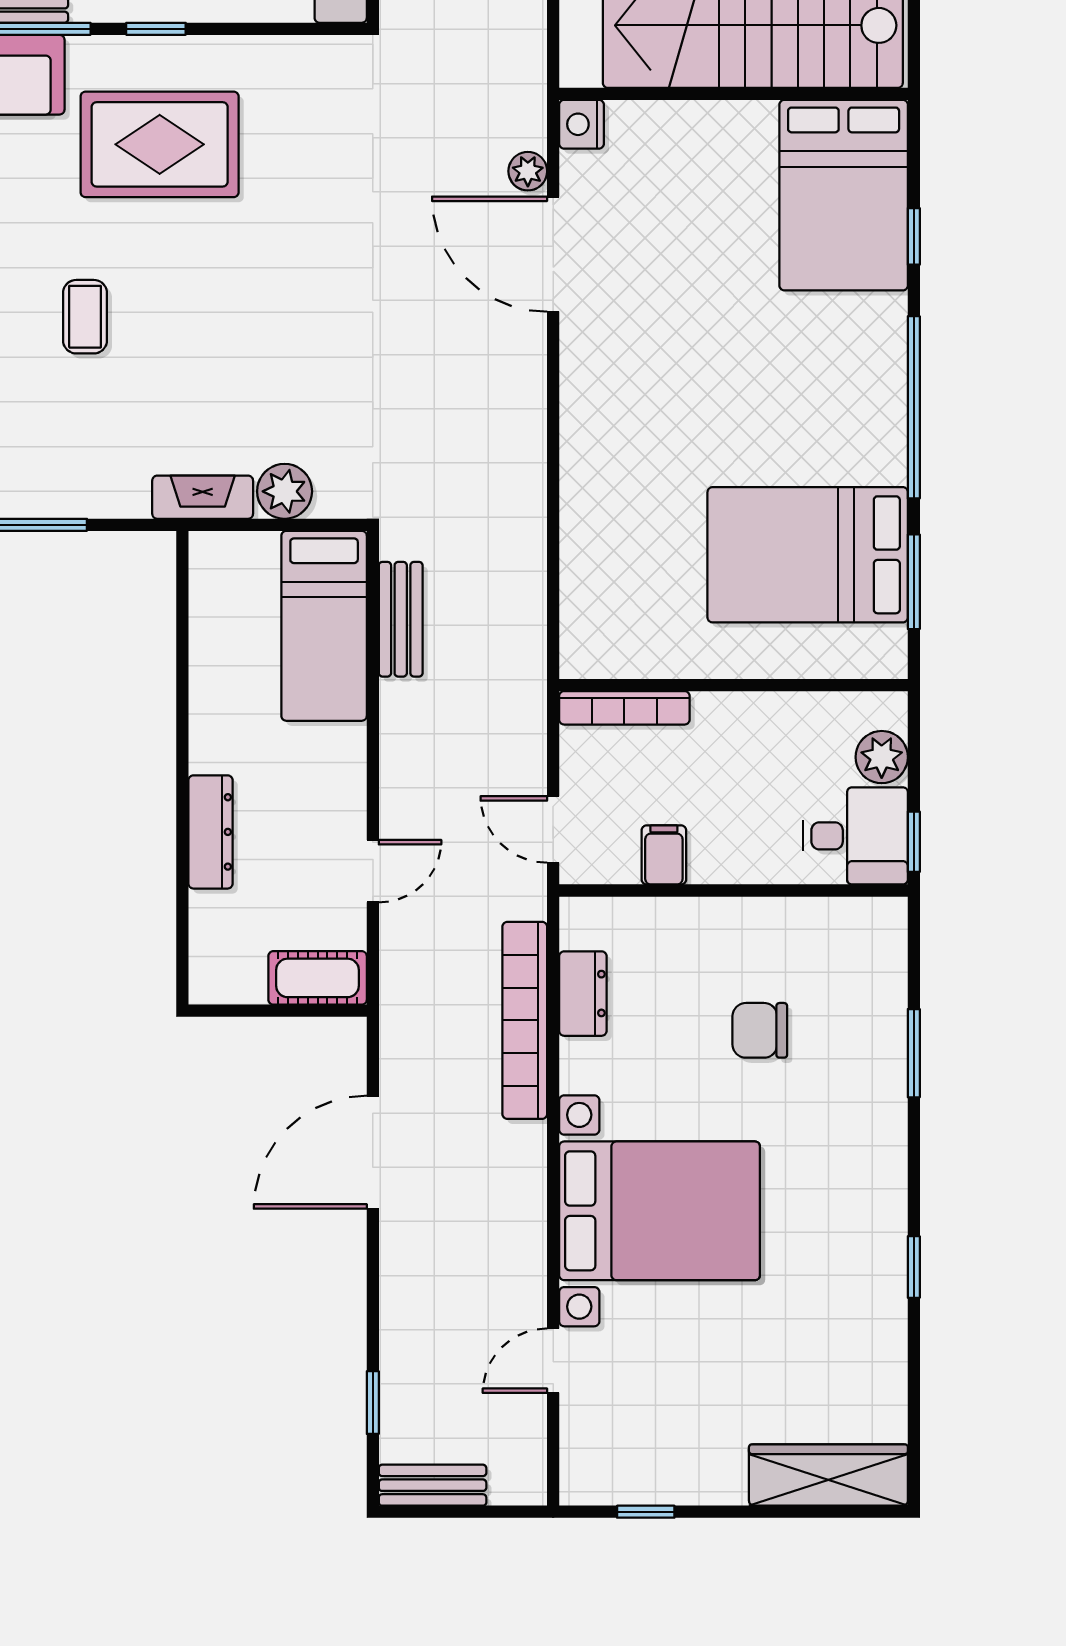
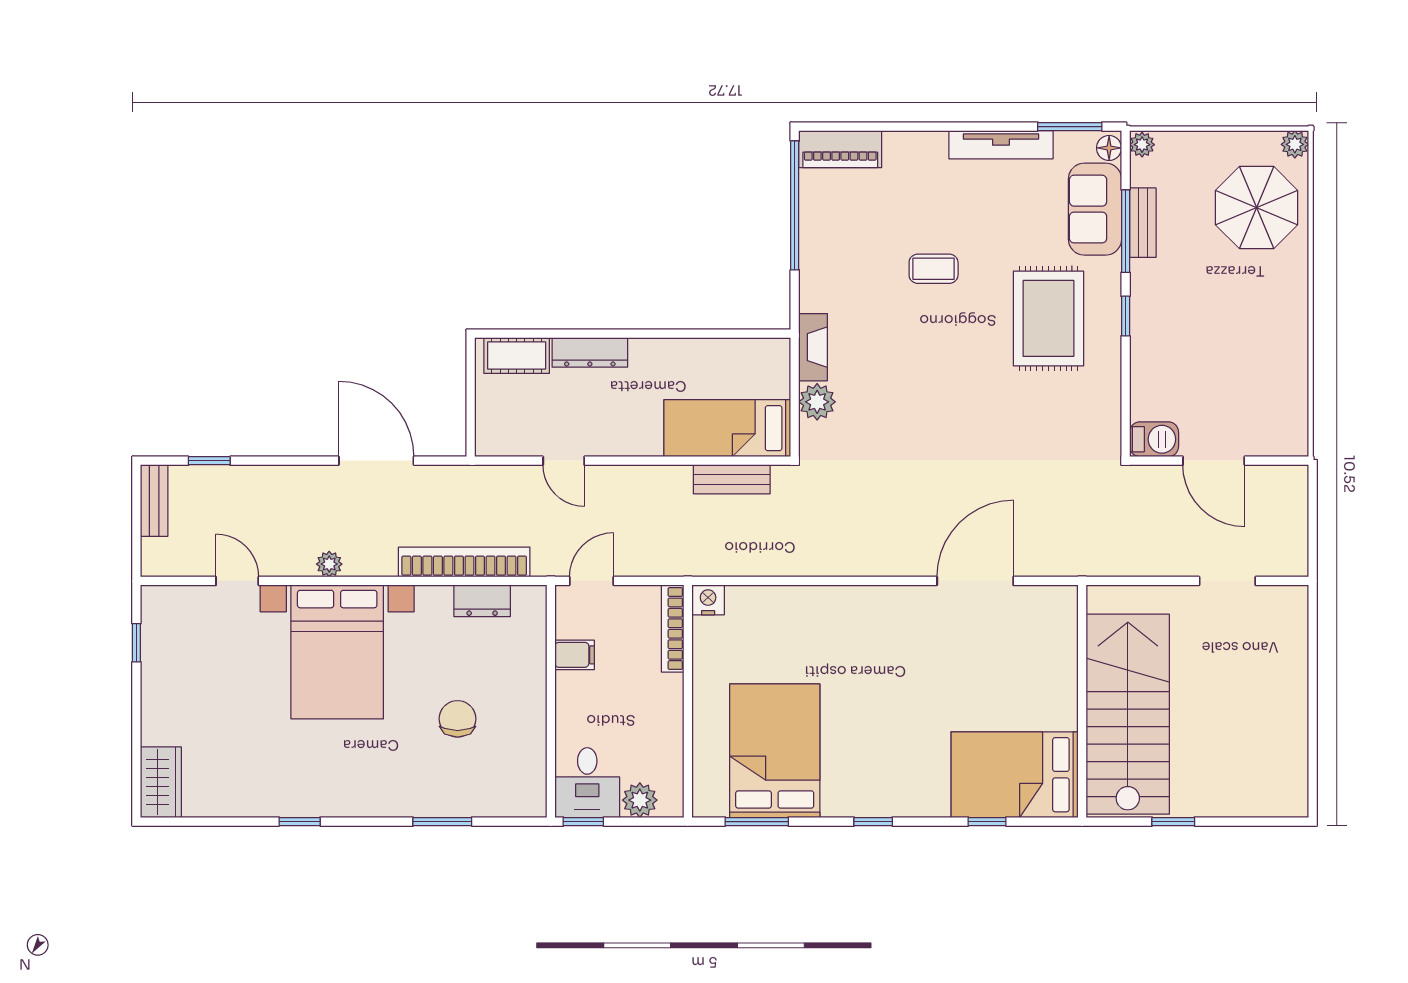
nightstand: (582, 124) -> (708, 600), moved
plant: (528, 171) -> (329, 564), moved
window: (914, 407) -> (873, 822), width x0.32
cot: (318, 978) -> (517, 356), moved, turned 90
wardrobe: (828, 1475) -> (161, 782), width x0.67

